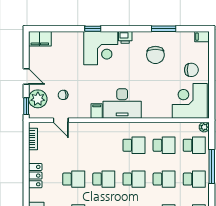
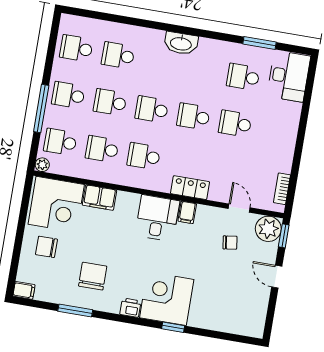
filing cabinet: (40, 39) -> (99, 198), moved, turned 180
plant: (38, 99) -> (268, 229), moved
desk: (122, 103) -> (157, 218), width x0.73
locker: (35, 176) -> (190, 188), moved, turned 90

